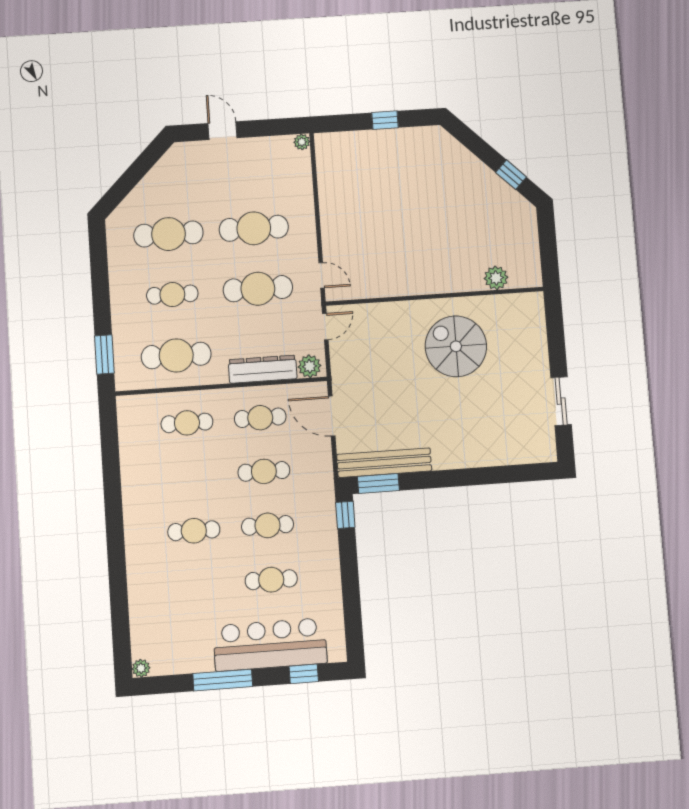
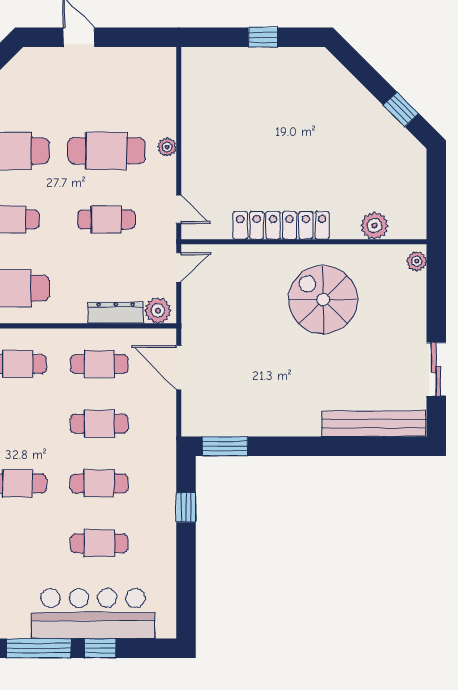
plant: (302, 142) -> (167, 147), moved
locker: (414, 283) -> (281, 225), added
cafe table: (258, 289) -> (106, 219), width x0.73, depth x0.74
plant: (536, 307) -> (417, 261), added
dresser: (263, 369) -> (116, 313), width x0.73, depth x0.80
bench: (384, 463) -> (374, 424), moved
window: (345, 515) -> (186, 507), moved
window: (304, 674) -> (100, 648), moved

